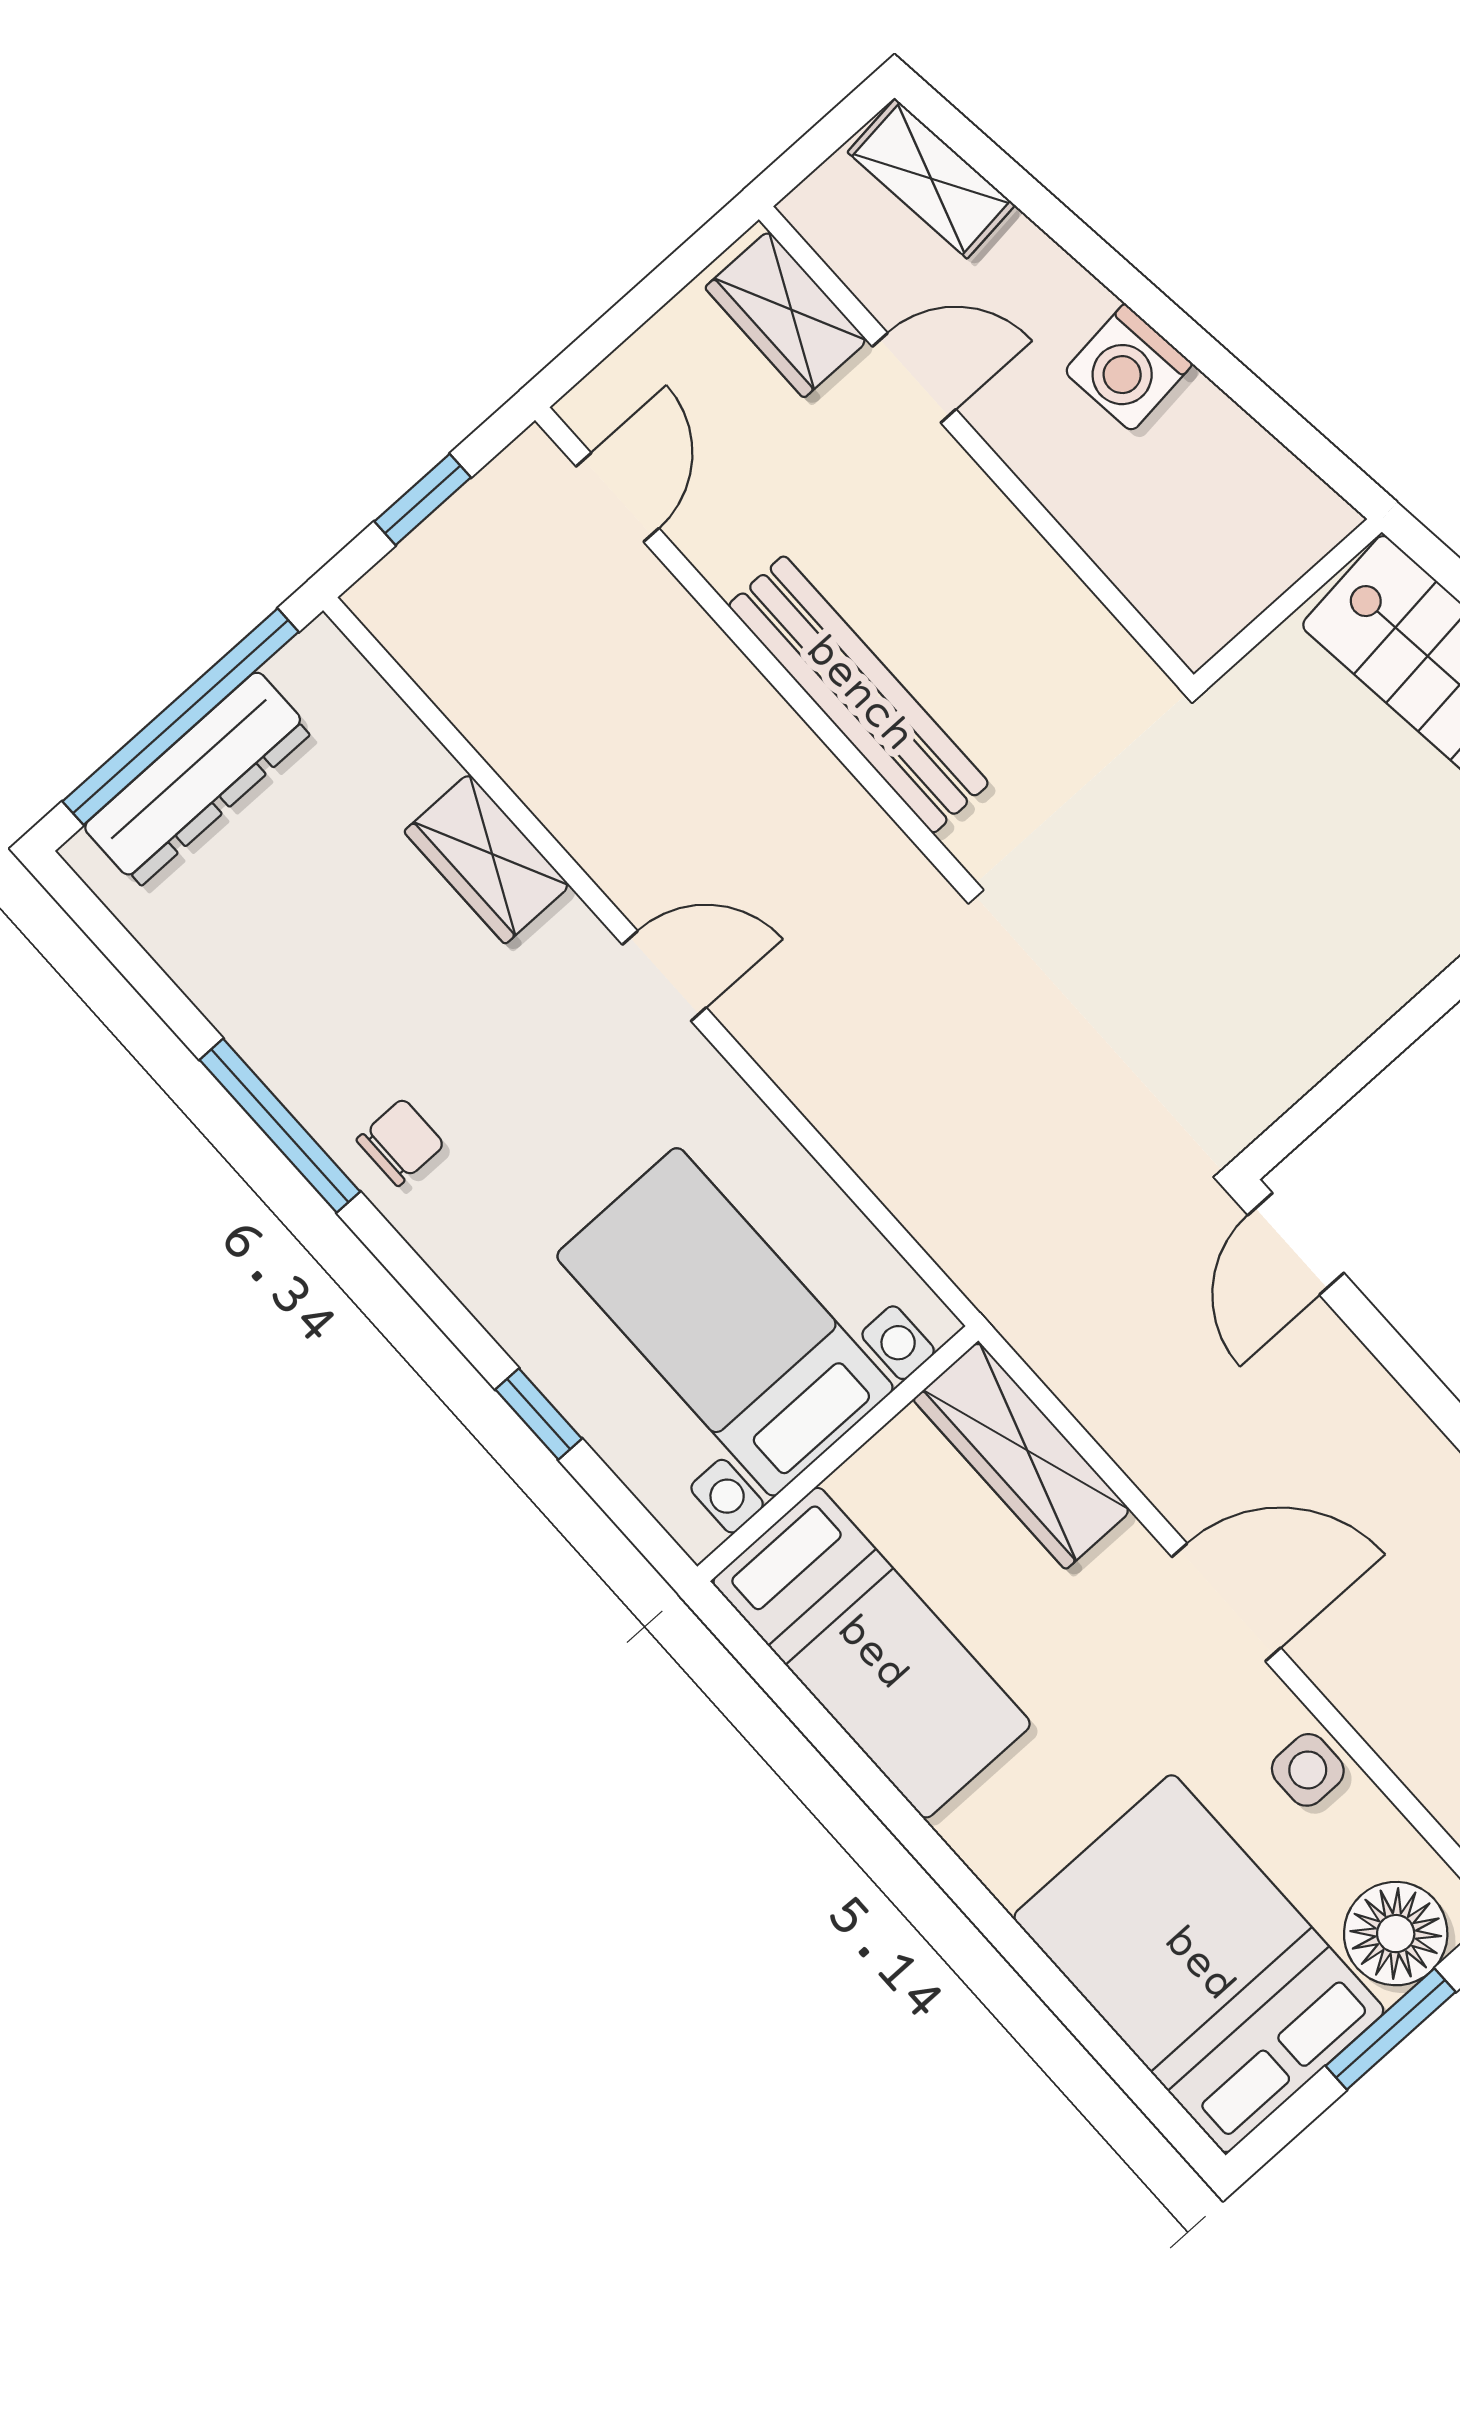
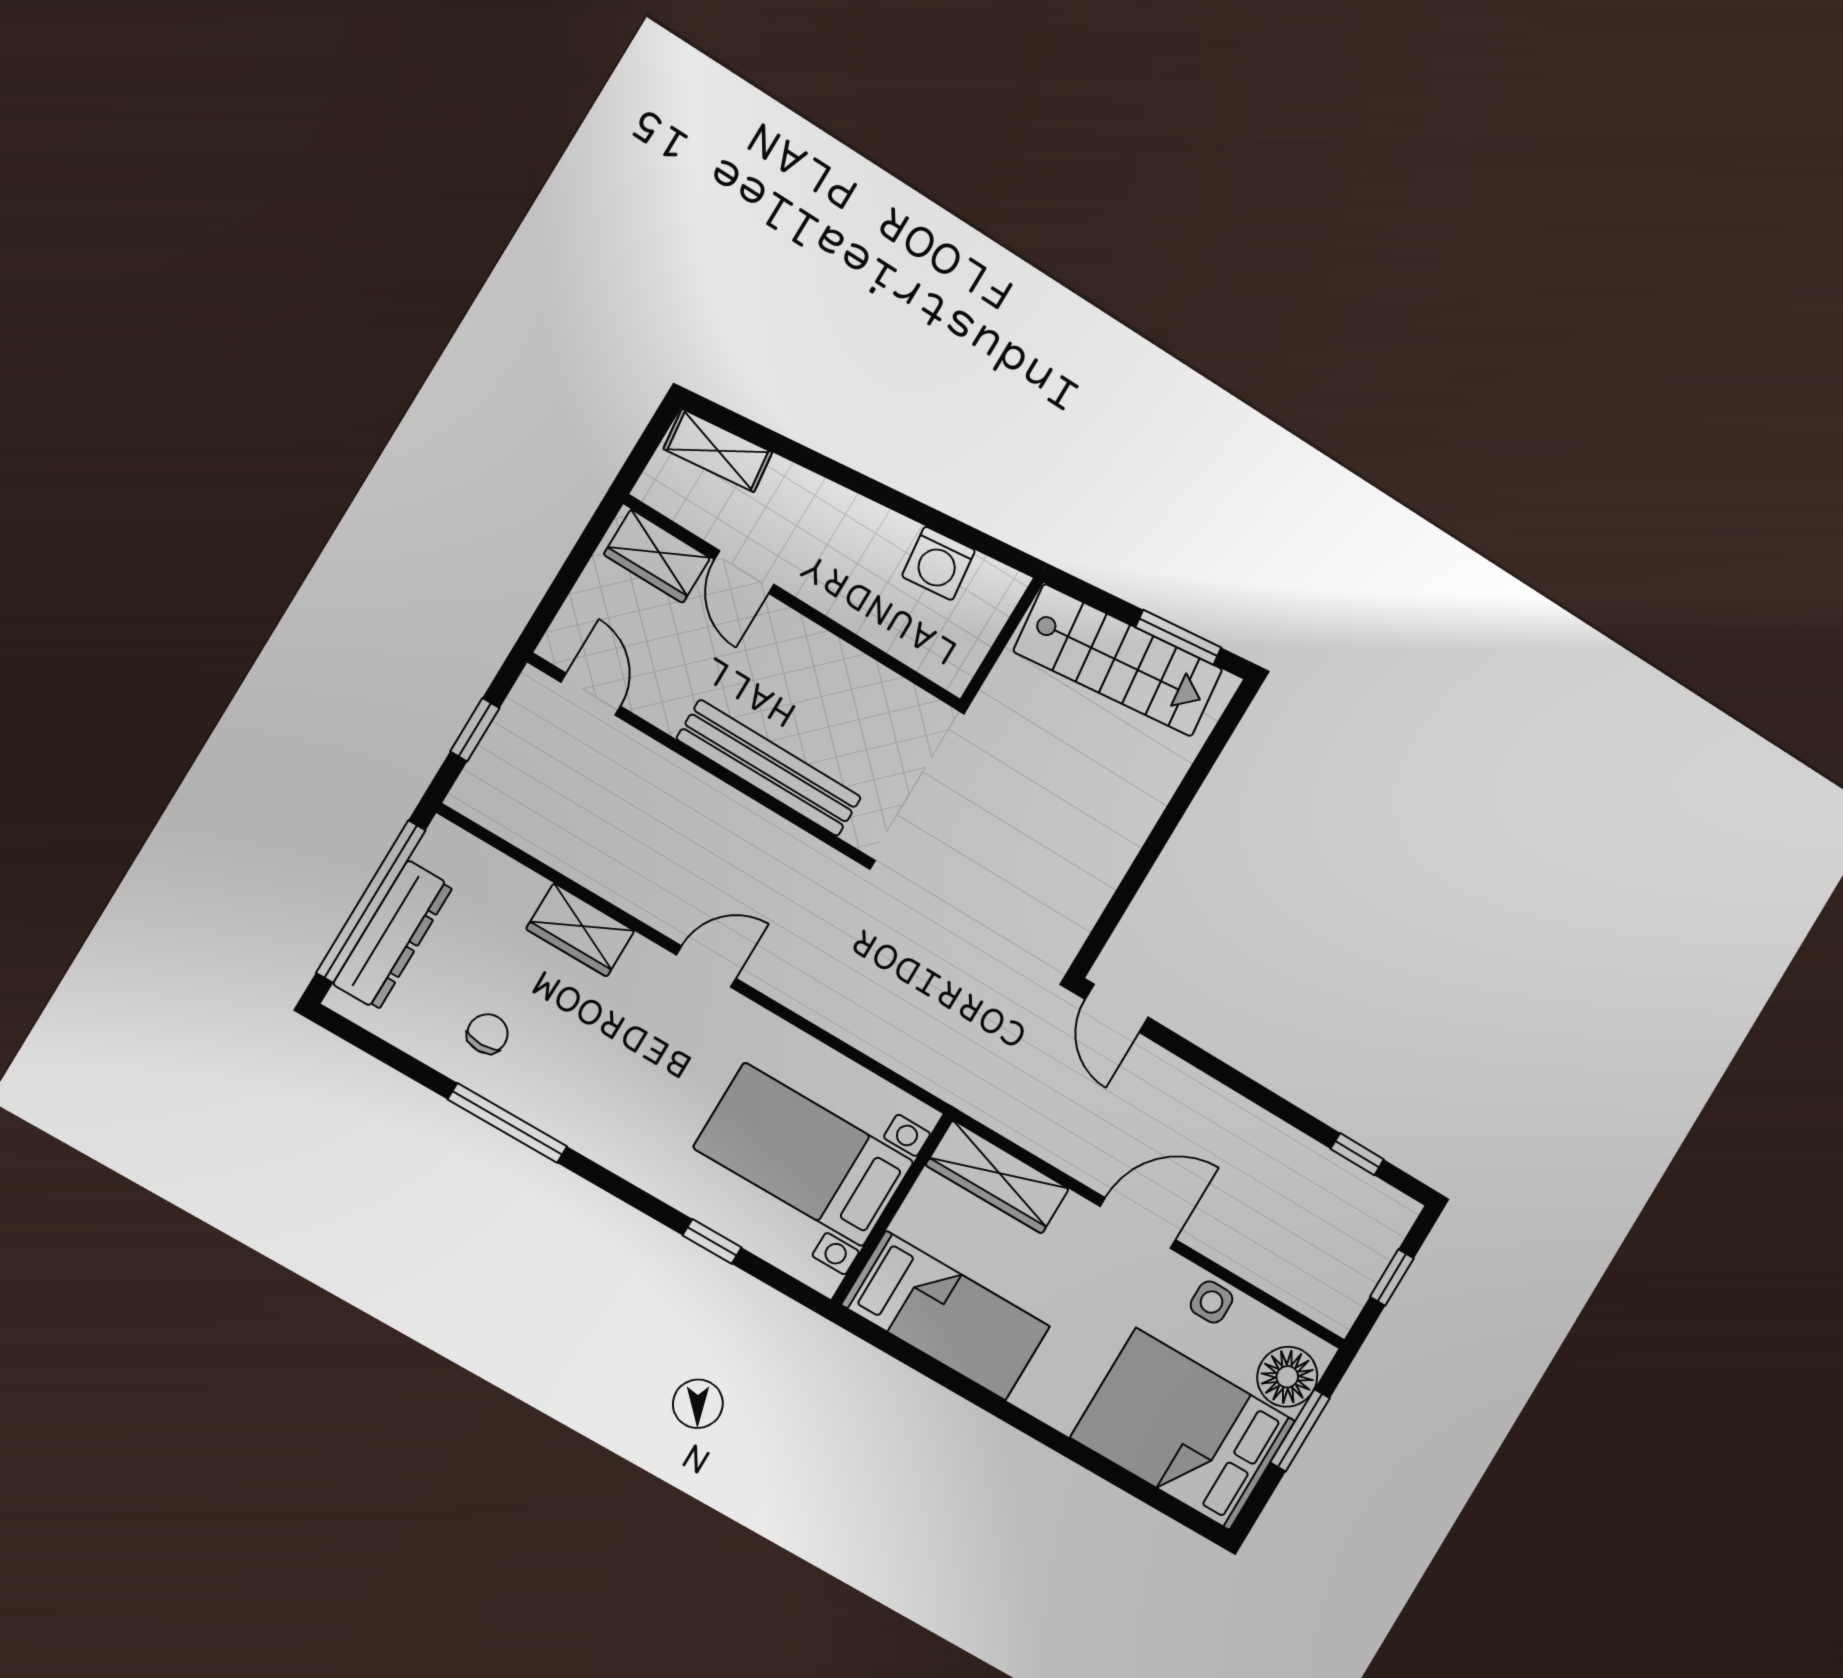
washing machine: (1128, 368) -> (939, 563), moved
door: (914, 378) -> (744, 572), swing flipped
chair: (400, 1142) -> (487, 1034), moved

